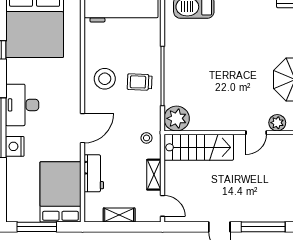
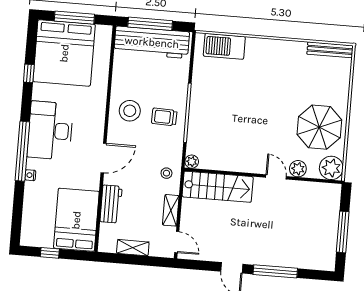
desk: (22, 105) -> (50, 130), width x1.36, depth x1.30
plant: (177, 118) -> (192, 162), width x0.53, depth x0.53
door: (256, 133) -> (276, 177), swing flipped
nightstand: (15, 146) -> (30, 175), width x0.53, depth x0.56
window: (37, 227) -> (50, 253), width x0.46

